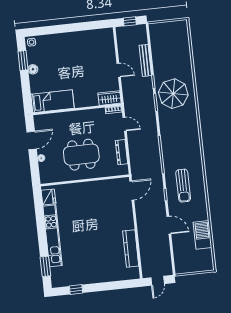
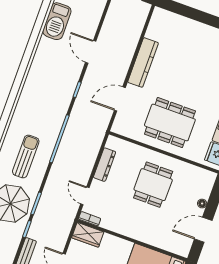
dining table: (81, 155) -> (153, 185), width x0.73
sun lounger: (183, 186) -> (26, 156), moved
door: (132, 191) -> (120, 99), moved
dining table: (91, 203) -> (170, 123), added
kitchen counter: (131, 248) -> (143, 62), moved

